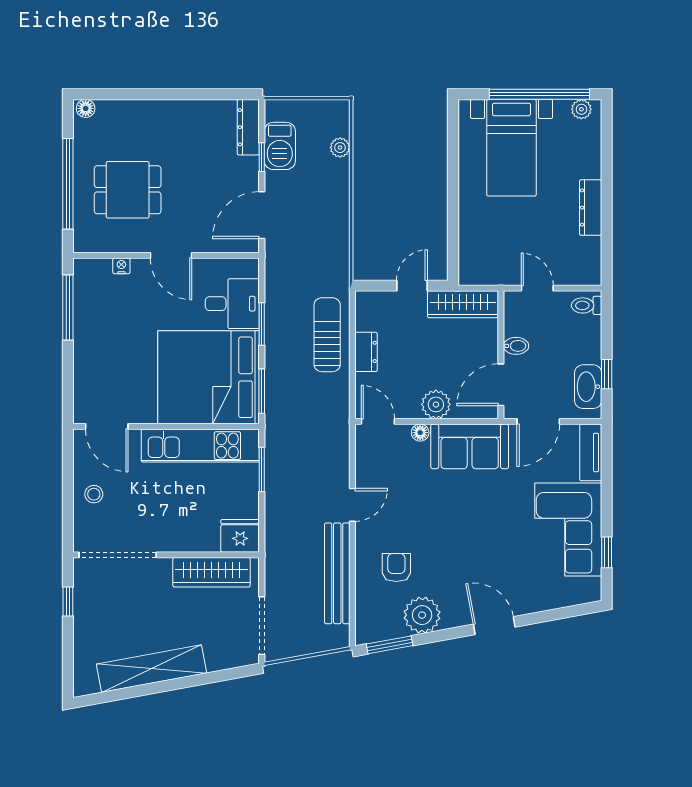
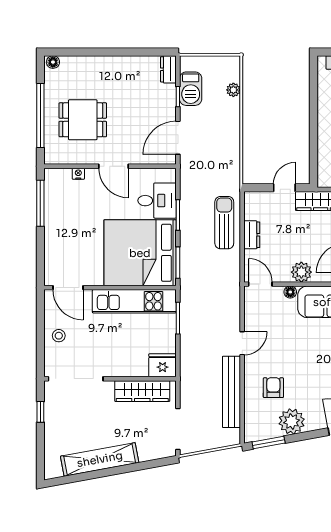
dresser: (248, 127) -> (168, 69), width x0.70

